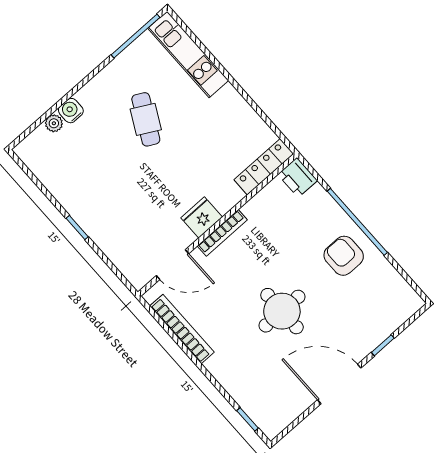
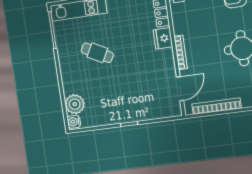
water cooler: (71, 111) -> (74, 122), moved
plant: (54, 123) -> (75, 104), width x1.88, depth x1.88
fridge: (202, 217) -> (163, 38), moved

